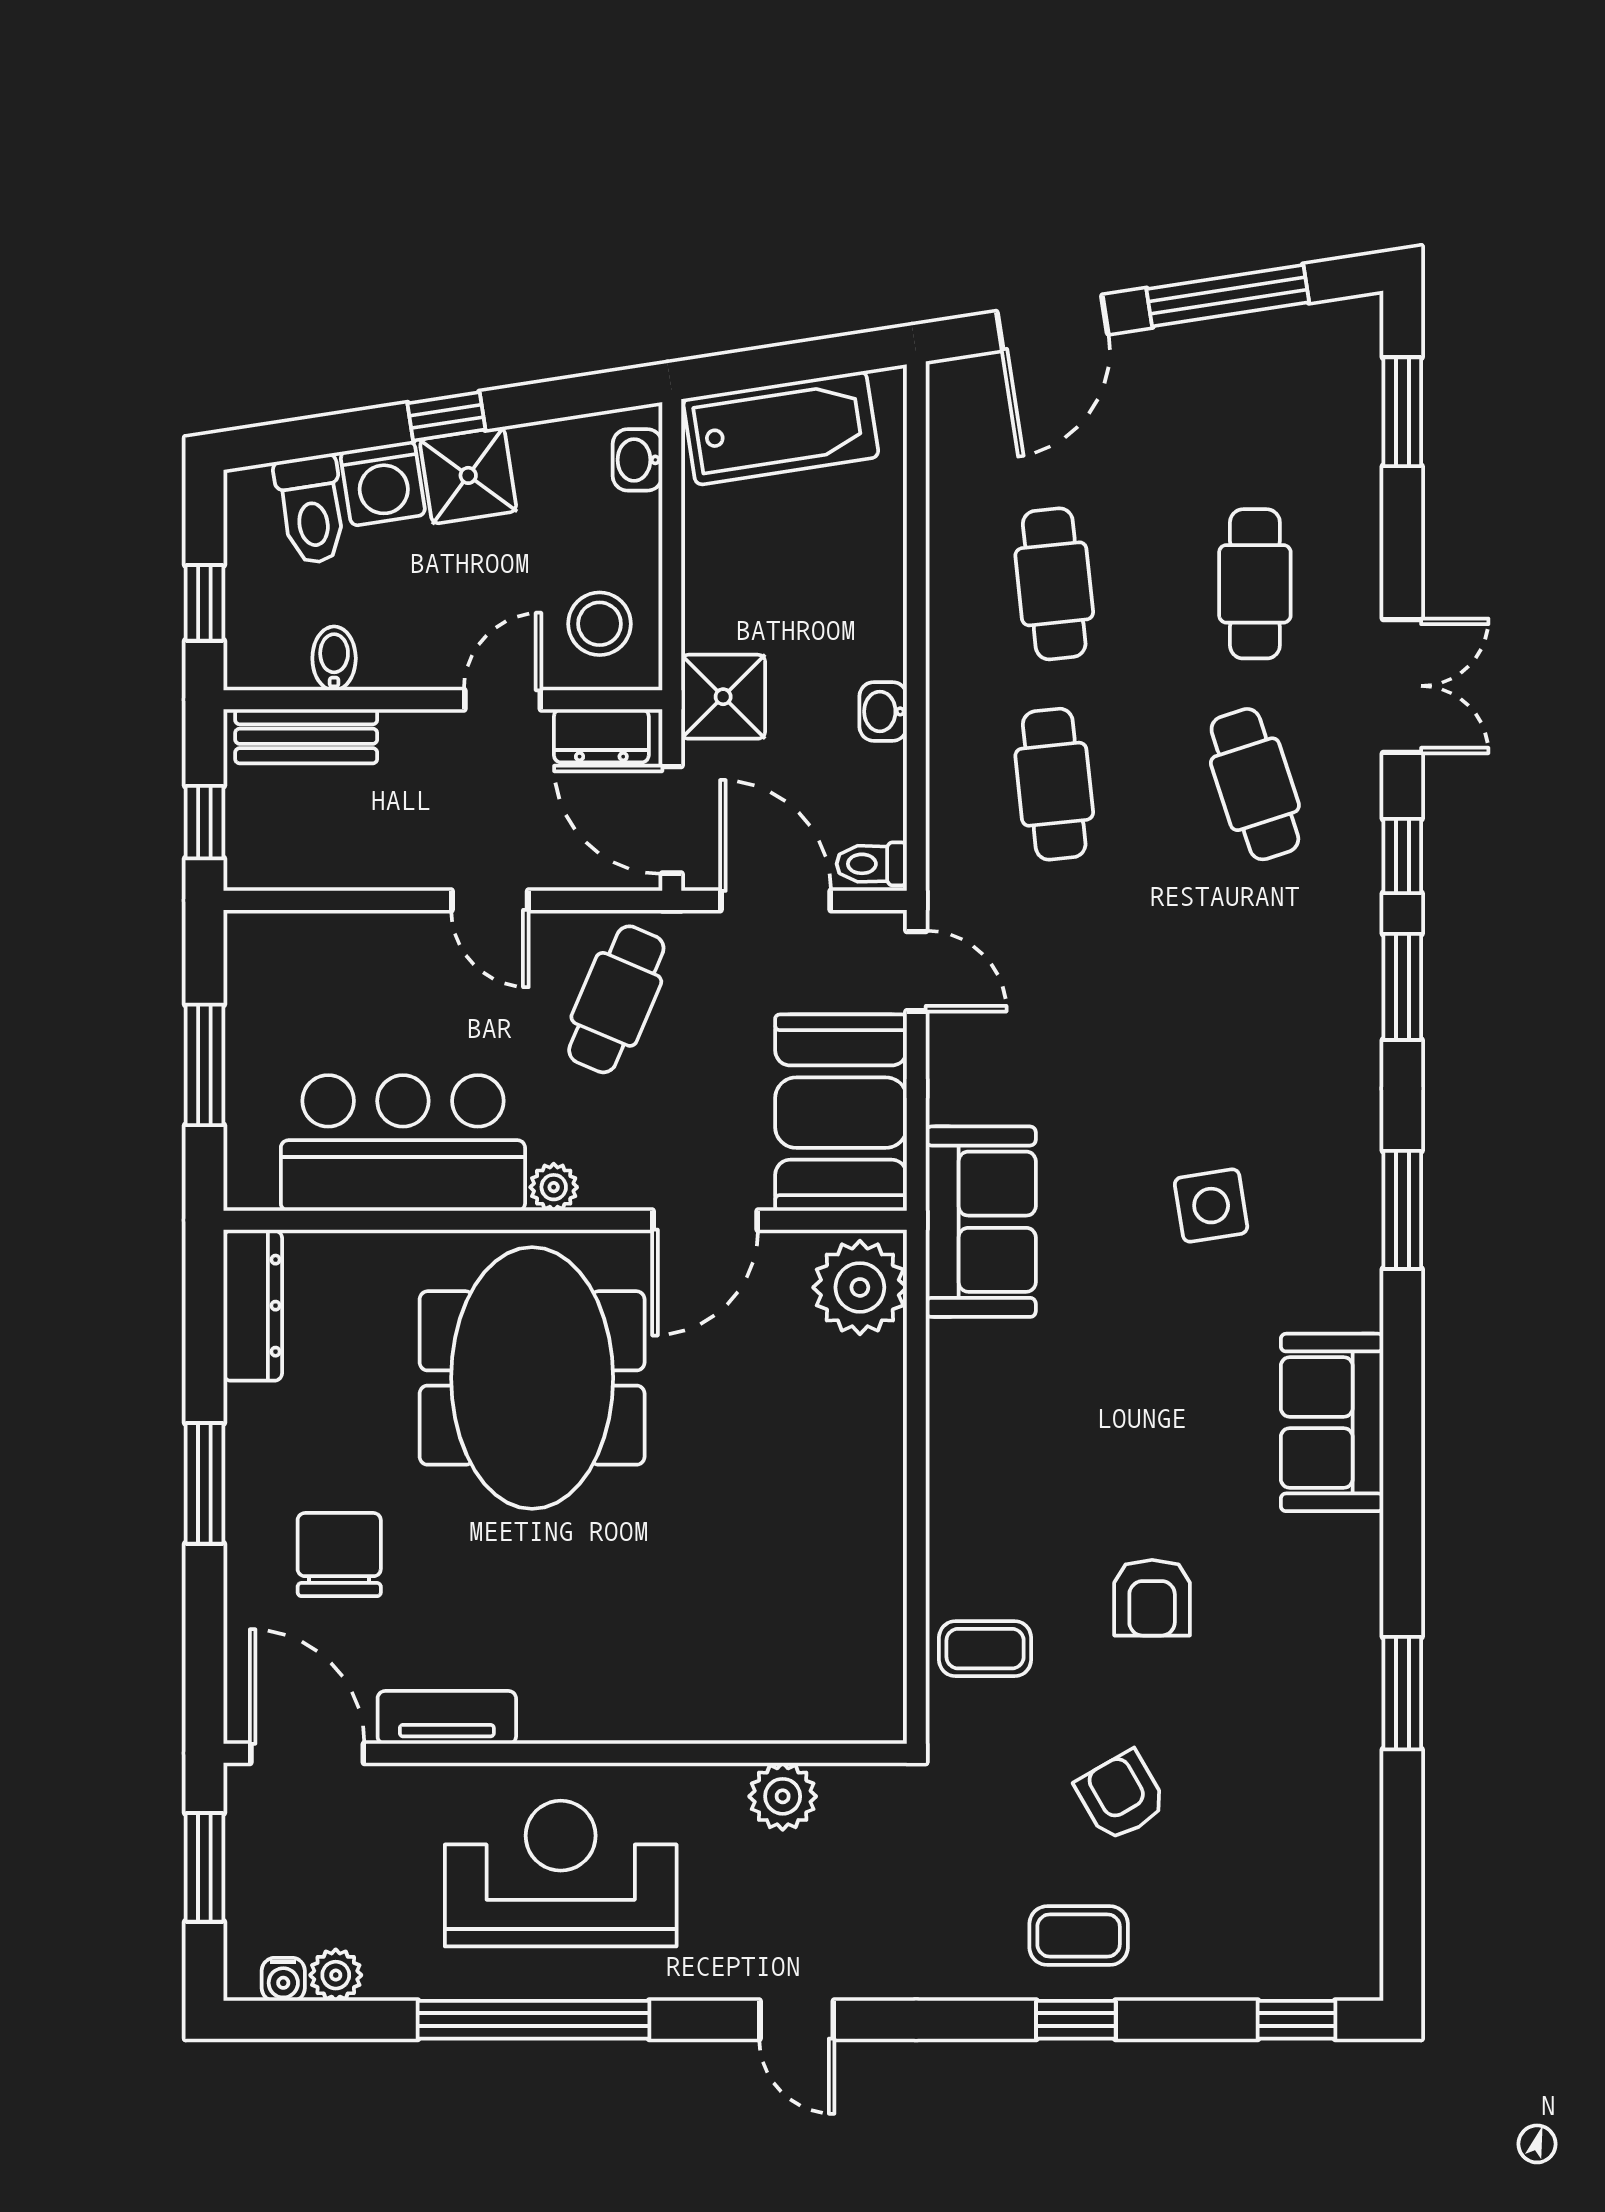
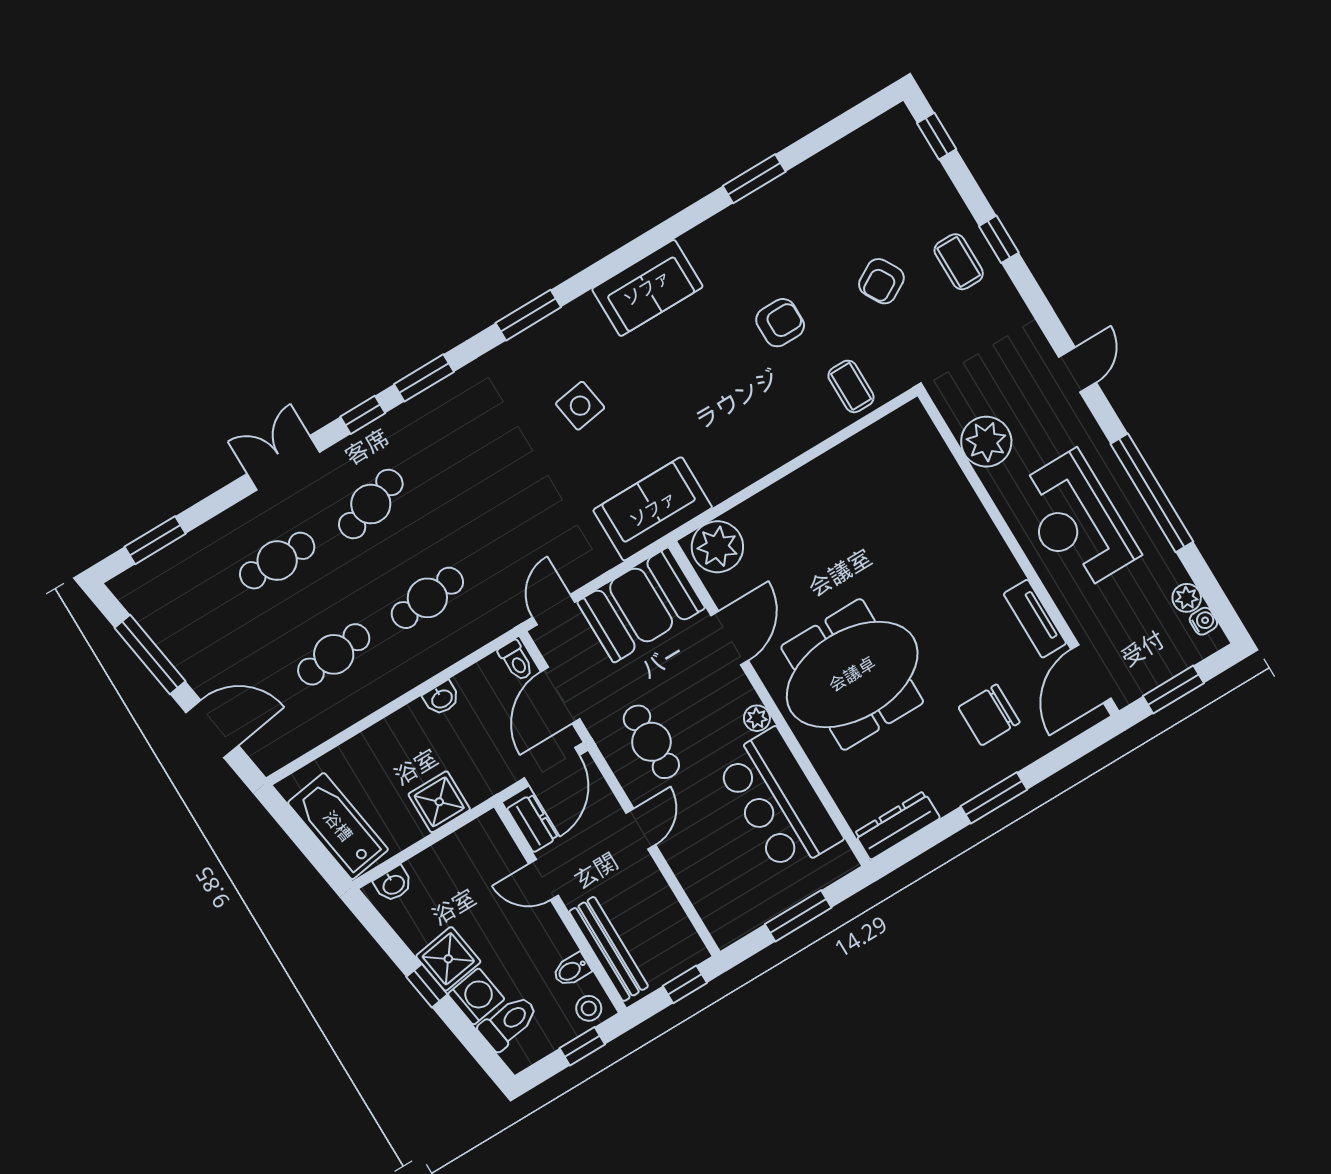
stool: (600, 624) -> (589, 1008), moved, width x0.73, depth x0.73
shower: (723, 697) -> (439, 802), moved
bench: (306, 736) -> (609, 949), width x1.36
cafe table: (616, 999) -> (651, 742), turned 67
door: (705, 1220) -> (730, 638), hinge flipped
plant: (783, 1796) -> (986, 442), width x1.36, depth x1.36

